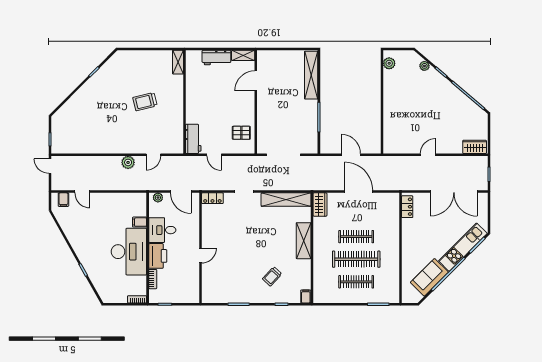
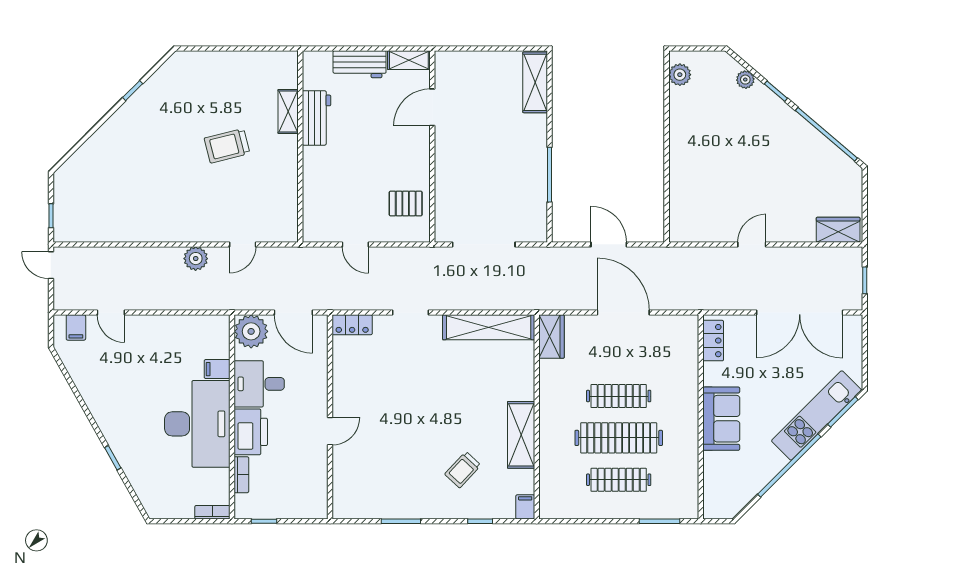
shelving: (178, 62) -> (288, 111), moved
shelving: (311, 75) -> (535, 82), width x0.68
workbench: (193, 139) -> (316, 118), moved
plant: (158, 198) -> (251, 331), width x1.88, depth x1.88
shelving: (304, 241) -> (521, 435), moved
sofa: (429, 277) -> (721, 419), moved, turned 135

